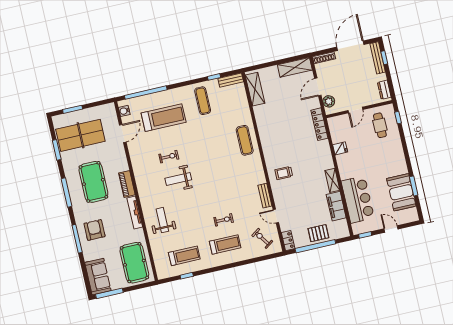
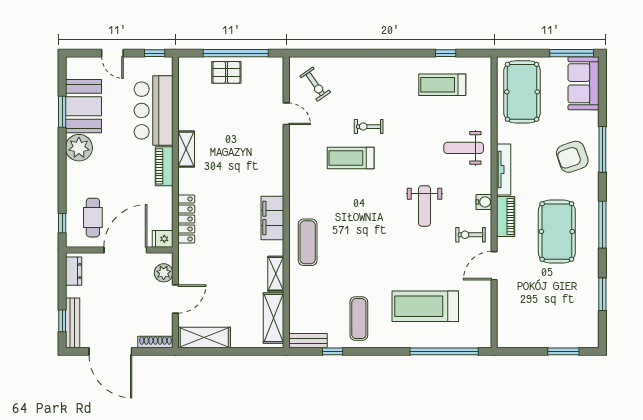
door: (350, 46) -> (110, 351), hinge flipped
door: (355, 110) -> (125, 250), width x1.88
water cooler: (124, 111) -> (484, 202), moved
shelving: (260, 117) -> (276, 274), added
locker: (319, 124) -> (186, 219), moved
door: (123, 133) -> (494, 266), moved
table tennis table: (80, 135) -> (560, 308), removed
fridge: (340, 148) -> (163, 239), moved
exercise bike: (169, 157) -> (470, 235), moved
plant: (398, 166) -> (79, 148), added
piano: (343, 167) -> (164, 166), added
trolley: (284, 173) -> (259, 178), removed
weight bench: (178, 179) -> (424, 206), turned 90
bench: (265, 196) -> (296, 150), removed
filing cabinet: (336, 206) -> (272, 218), moved, turned 180
weight bench: (162, 220) -> (464, 148), turned 90
armchair: (94, 230) -> (572, 157), turned 71
locker: (288, 241) -> (276, 72), removed
treadmill: (225, 244) -> (351, 158), moved

